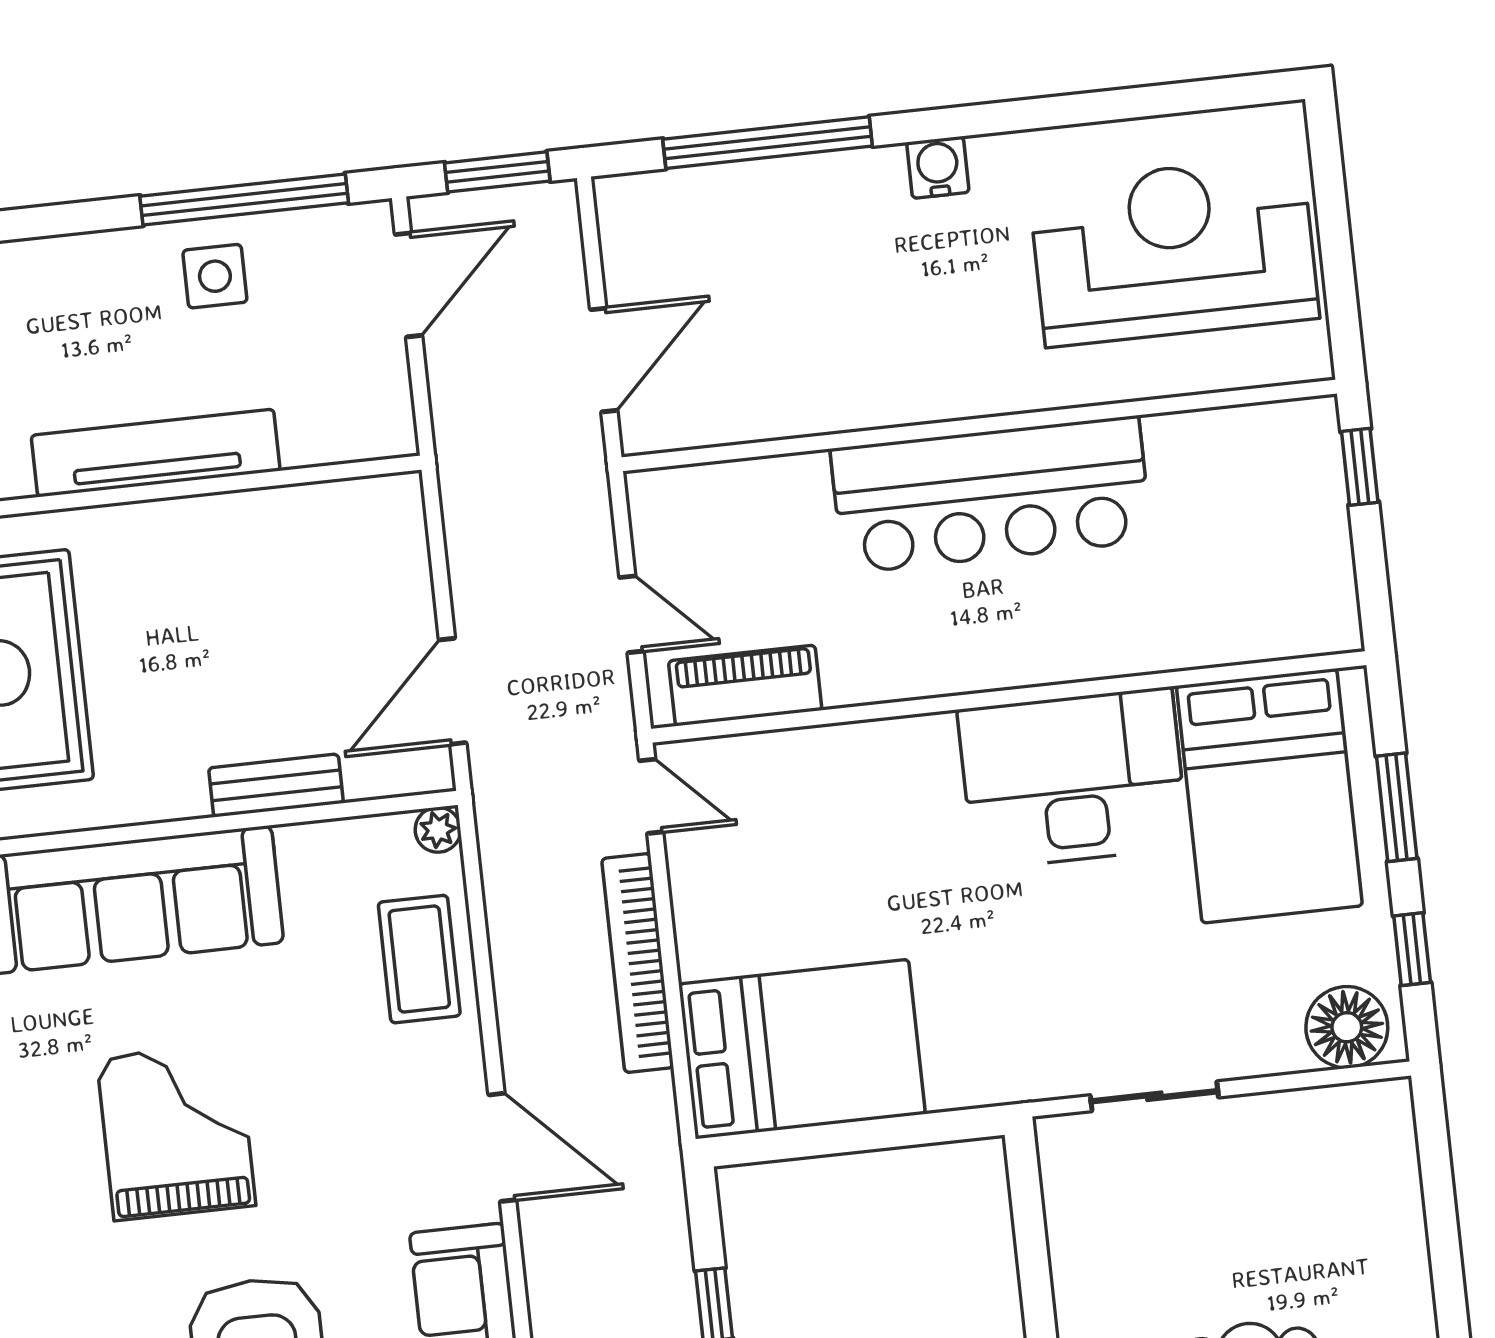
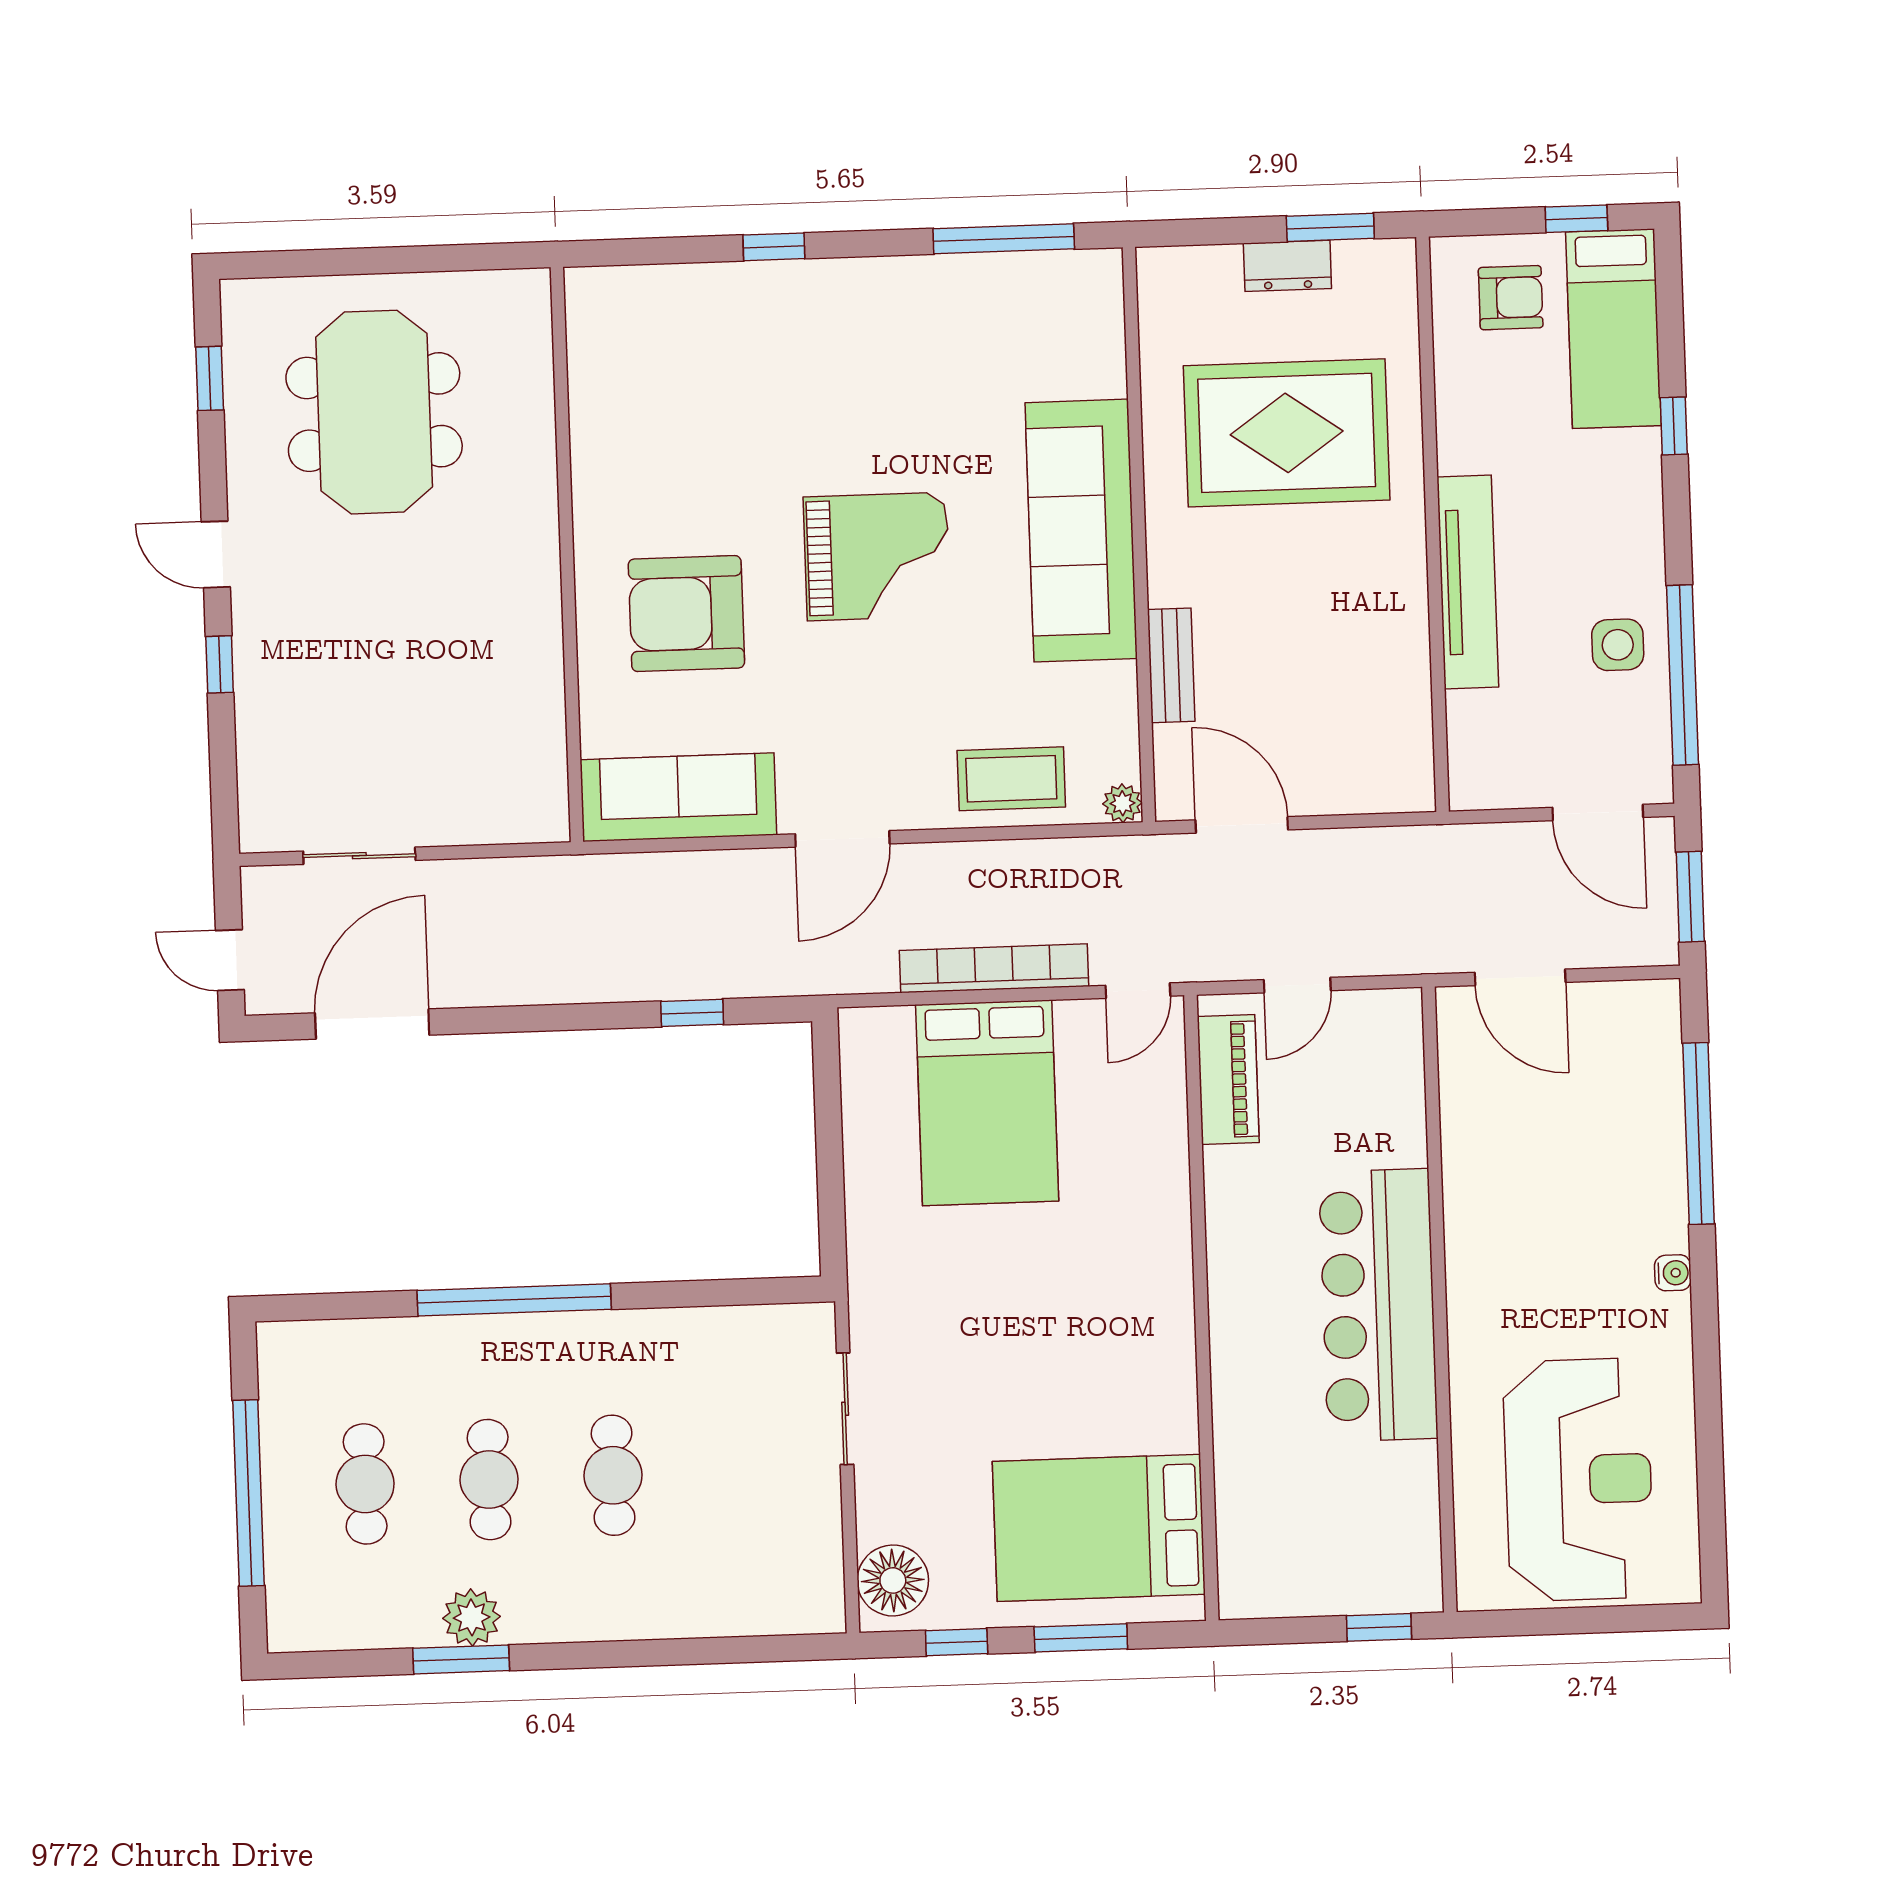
water cooler: (938, 167) -> (1673, 1273), width x0.72, depth x0.72
desk: (1073, 778) -> (1127, 1358), removed
bed: (802, 1049) -> (987, 1103), moved

